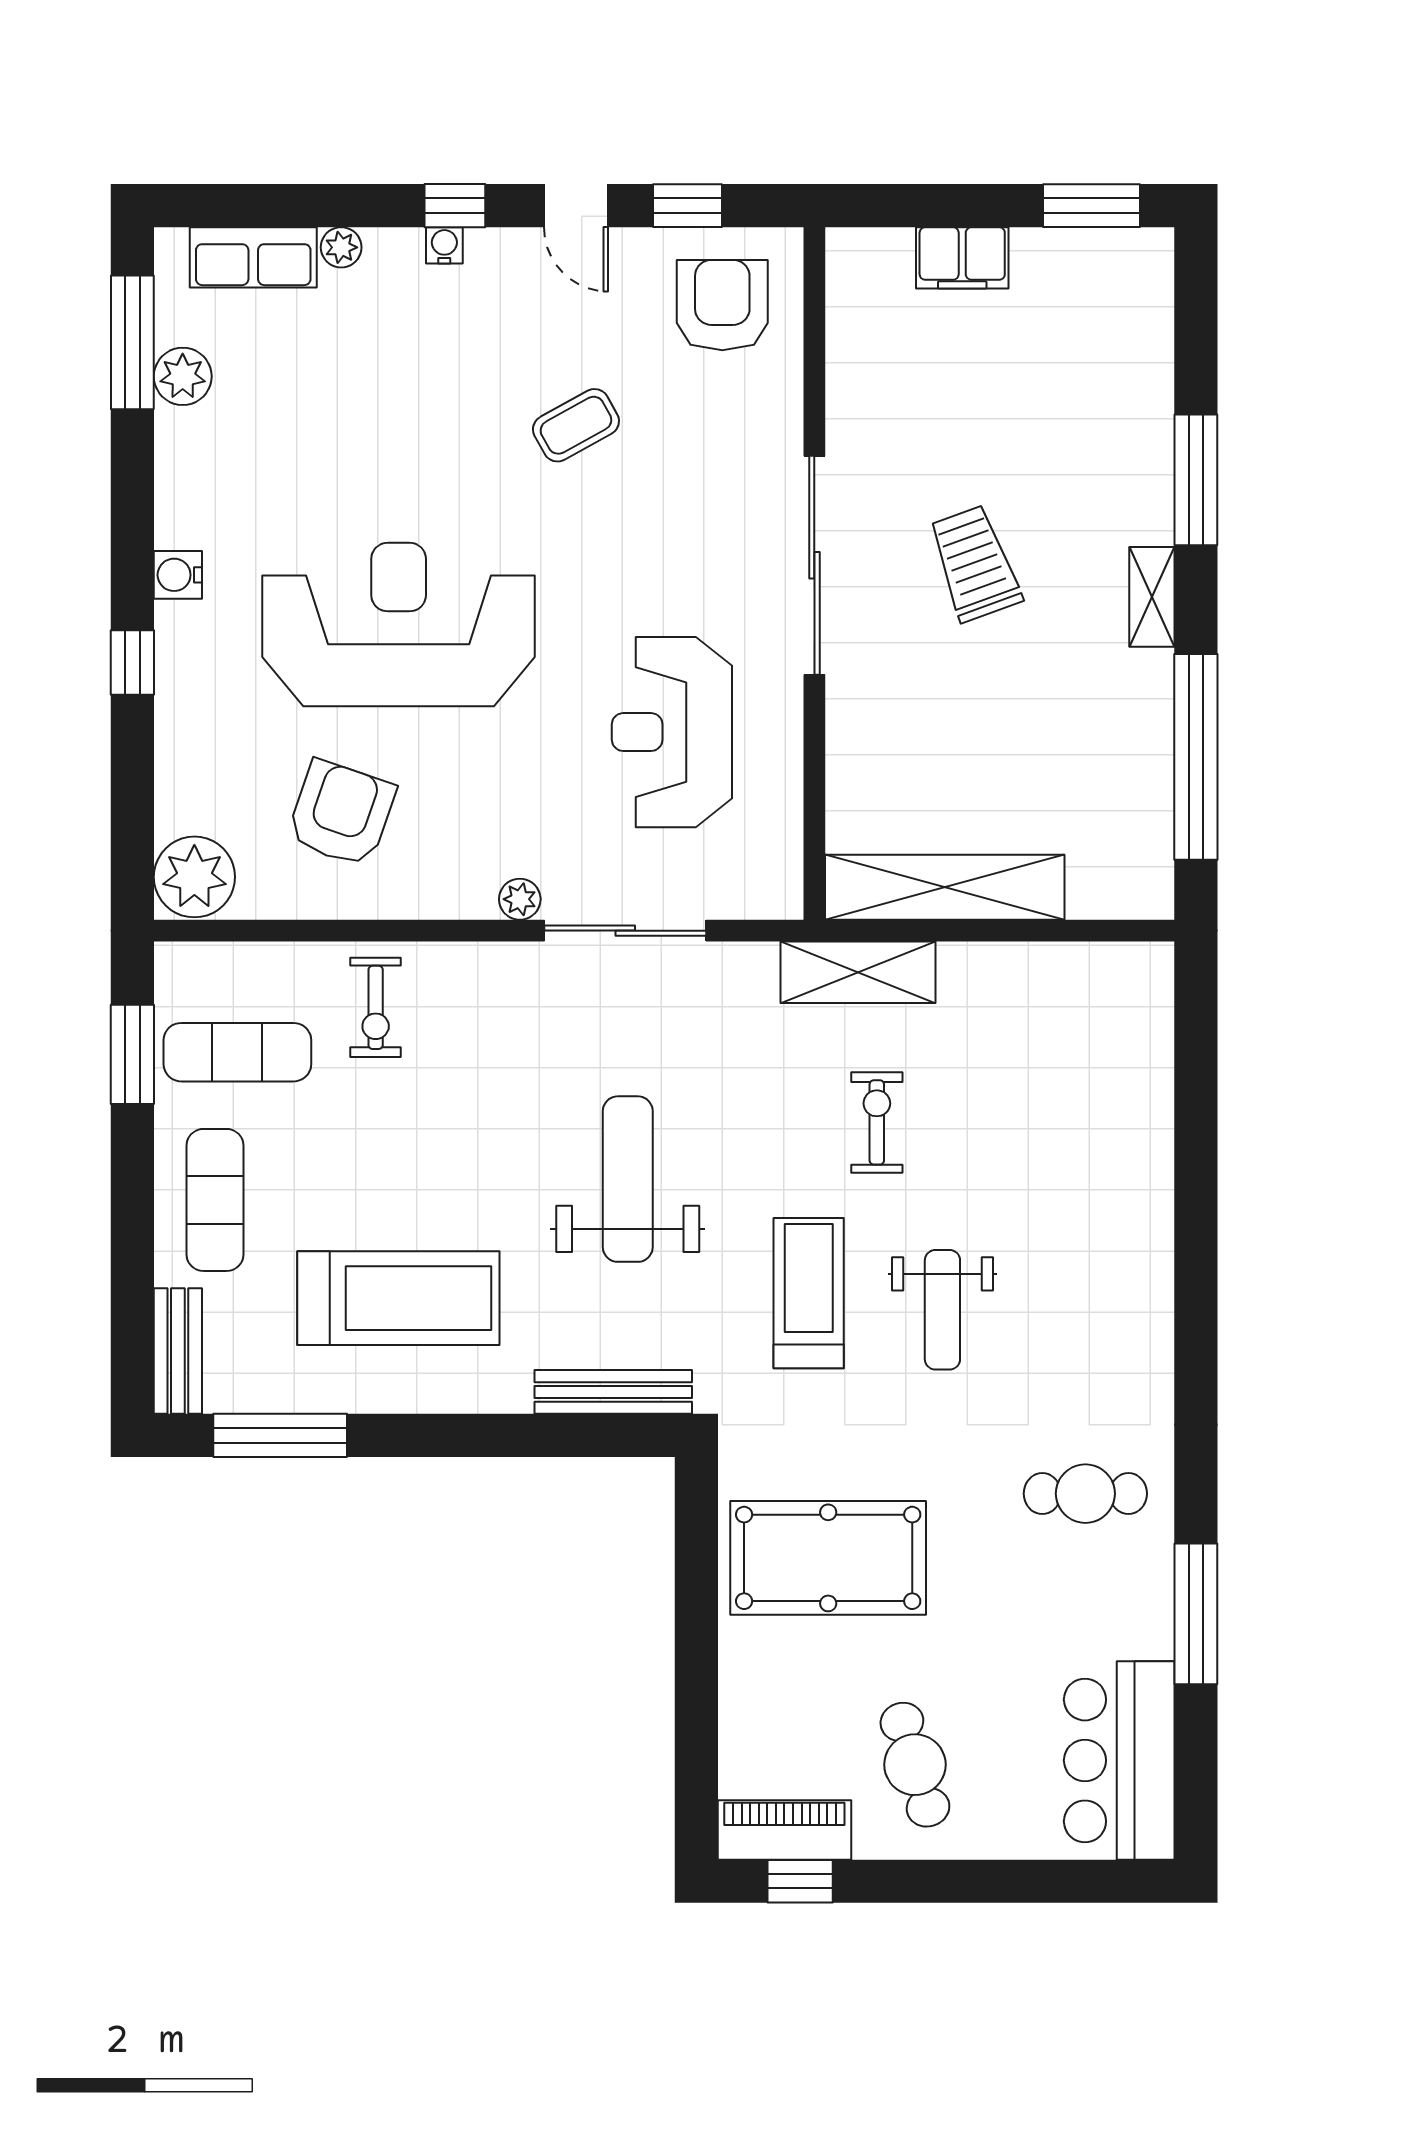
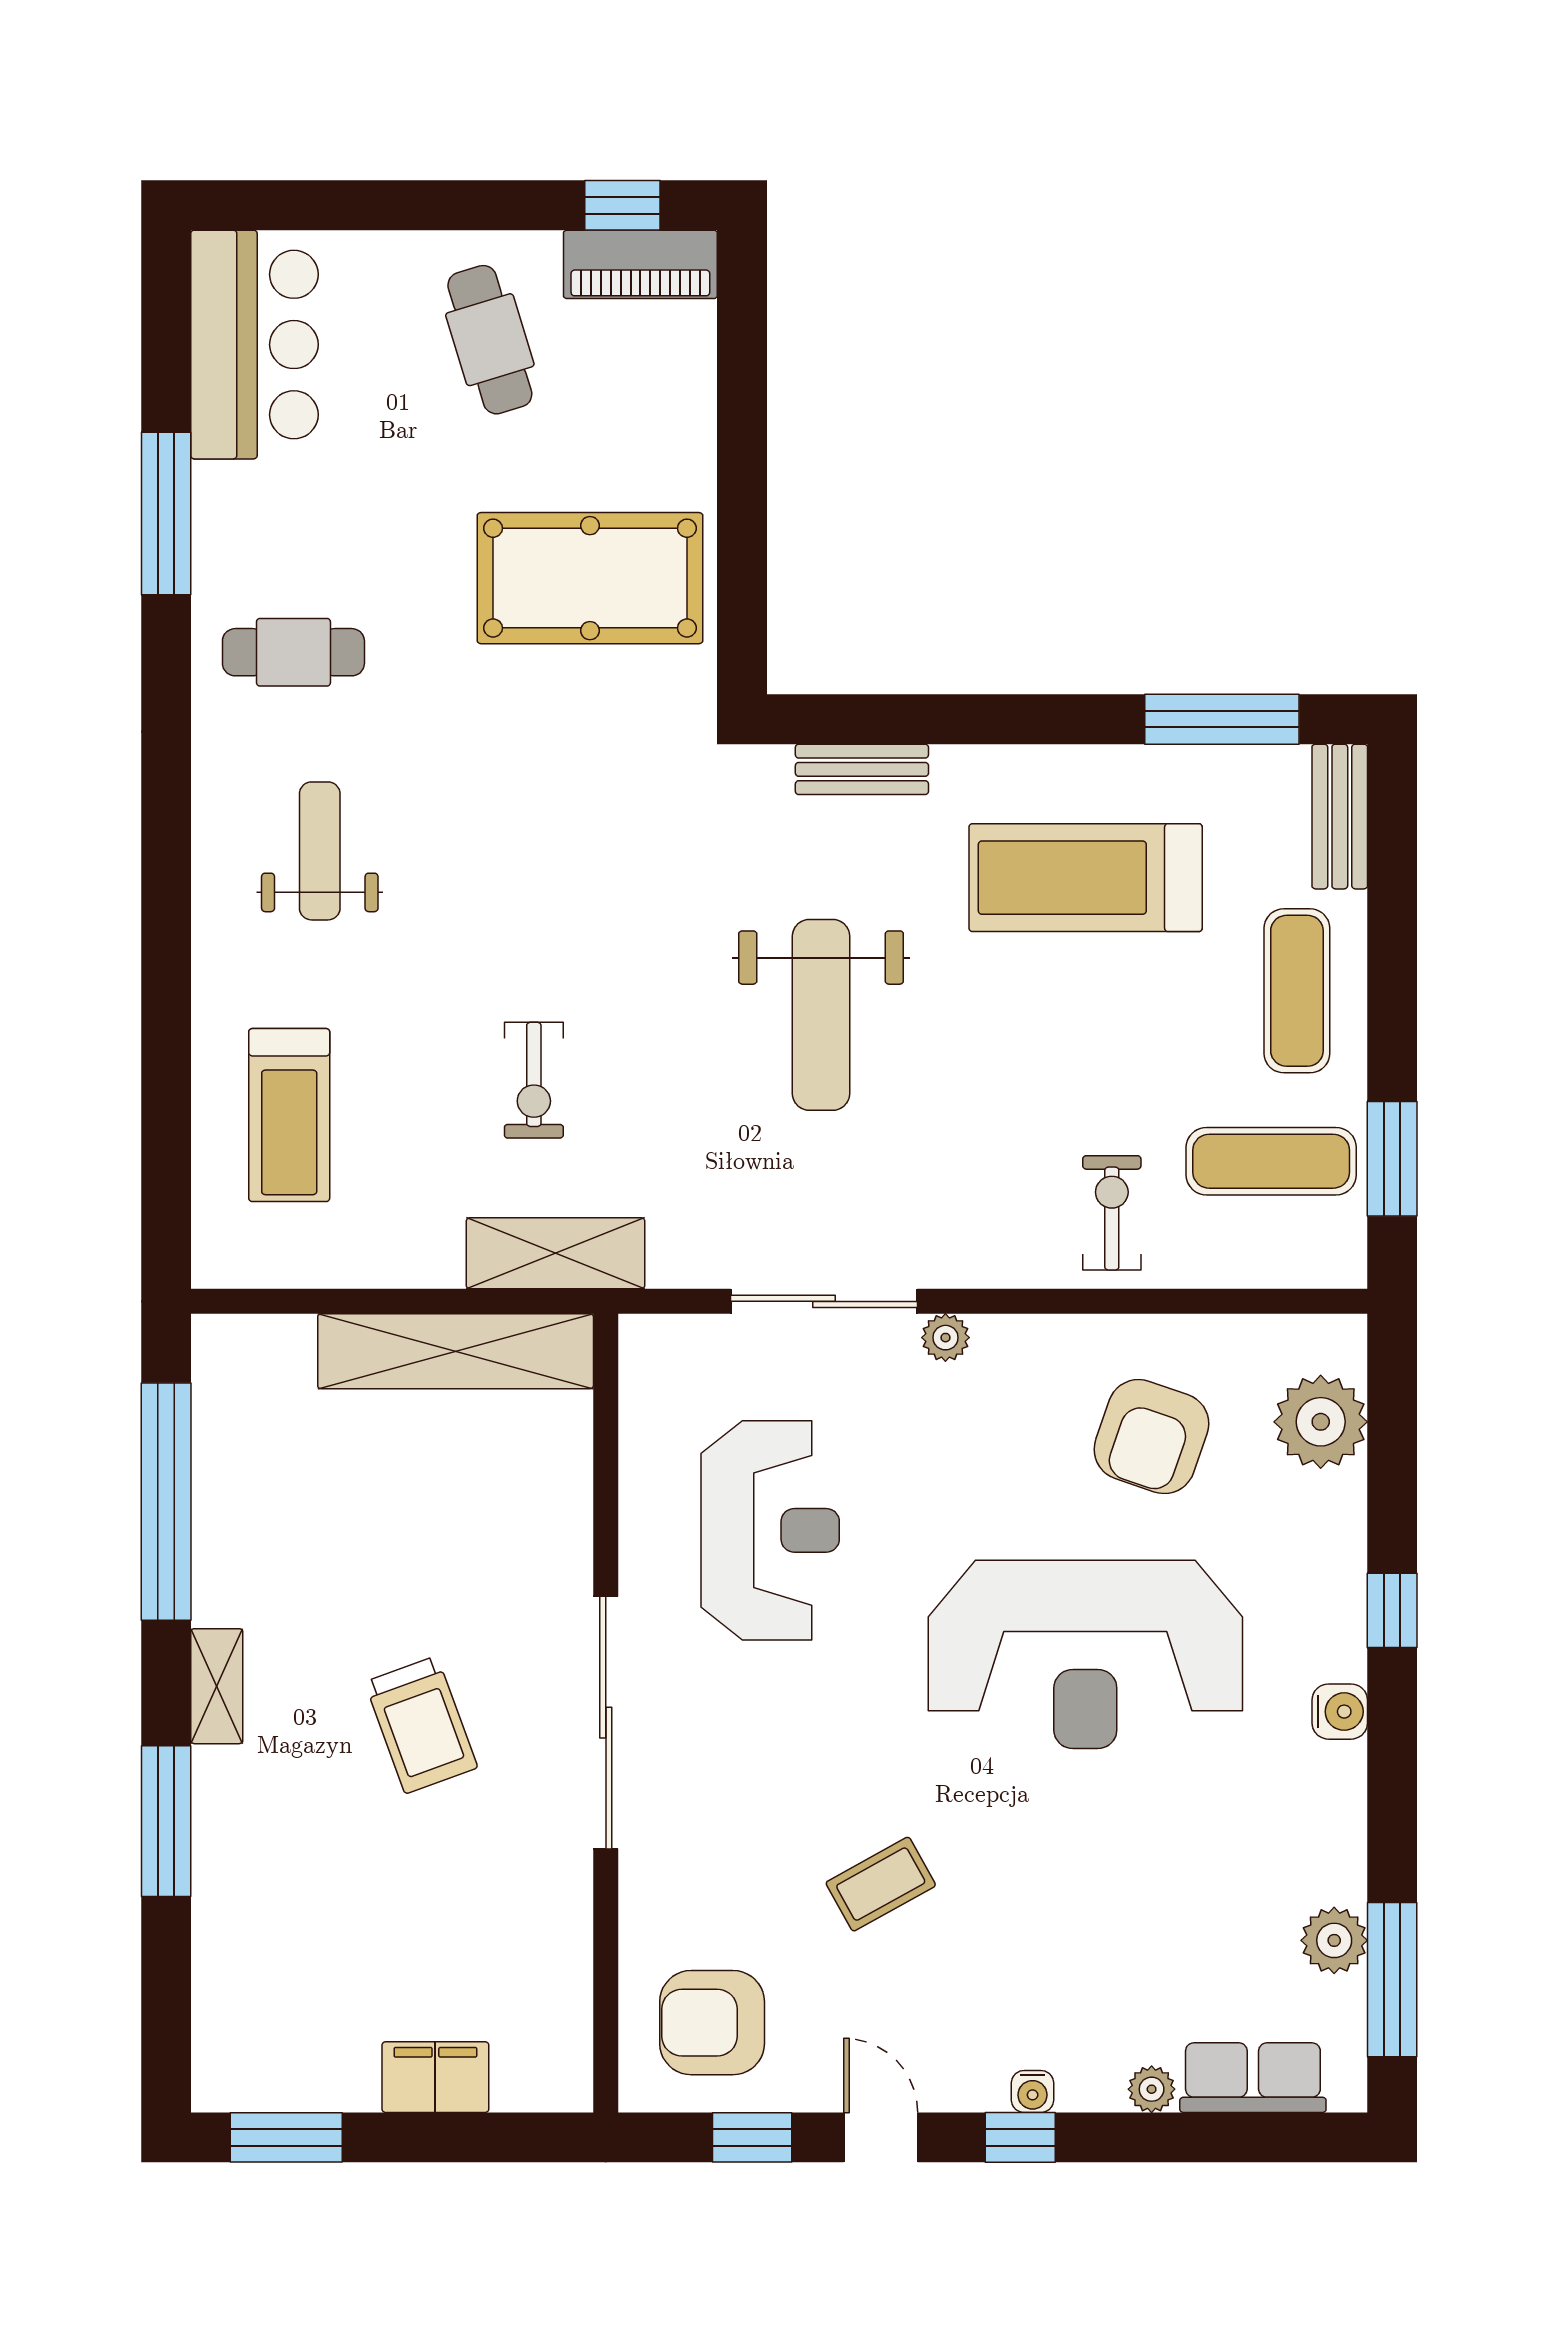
armchair: (722, 305) -> (712, 2023), turned 90
plant: (194, 877) -> (1321, 1422), moved
treadmill: (809, 1293) -> (289, 1115), moved
weight bench: (942, 1310) -> (320, 851), moved
bench: (613, 1392) -> (862, 769), width x0.73

